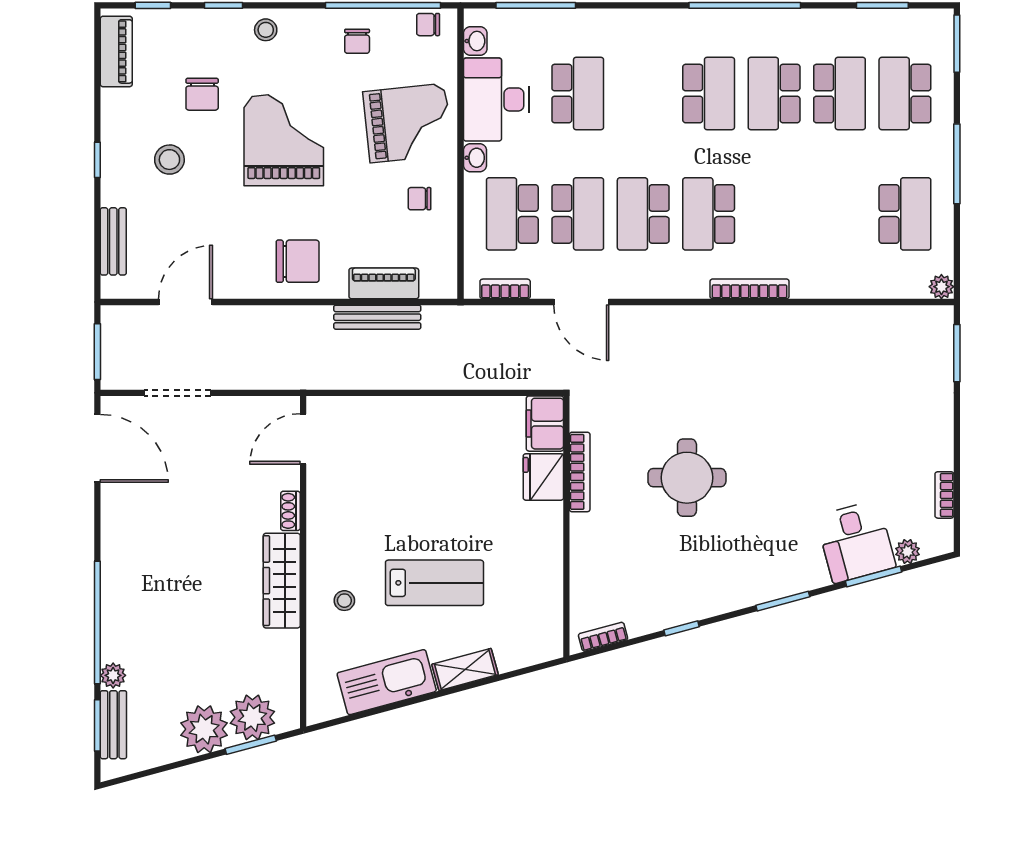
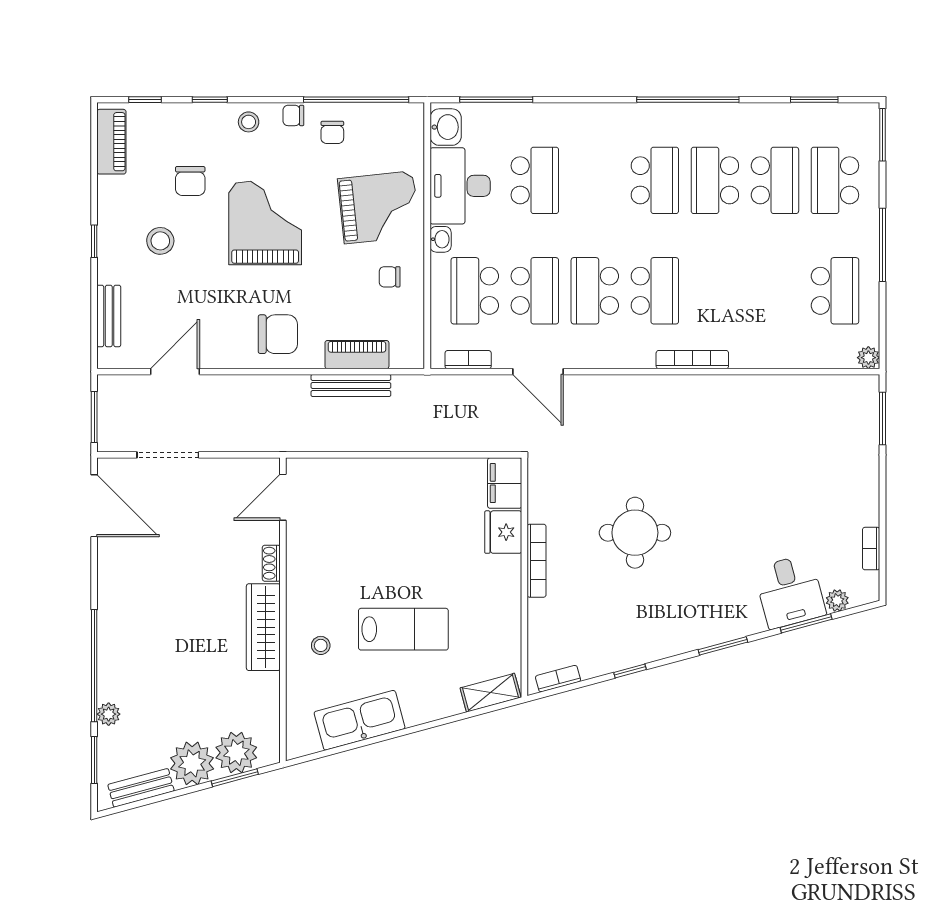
chair: (428, 25) -> (293, 115), moved
washbasin: (475, 41) -> (446, 127), width x1.38, depth x1.45
school desk: (709, 214) -> (655, 291), turned 180
bookcase: (580, 472) -> (537, 561), moved
shelving: (465, 669) -> (491, 693), moved
bench: (113, 725) -> (141, 788), moved, turned 75

